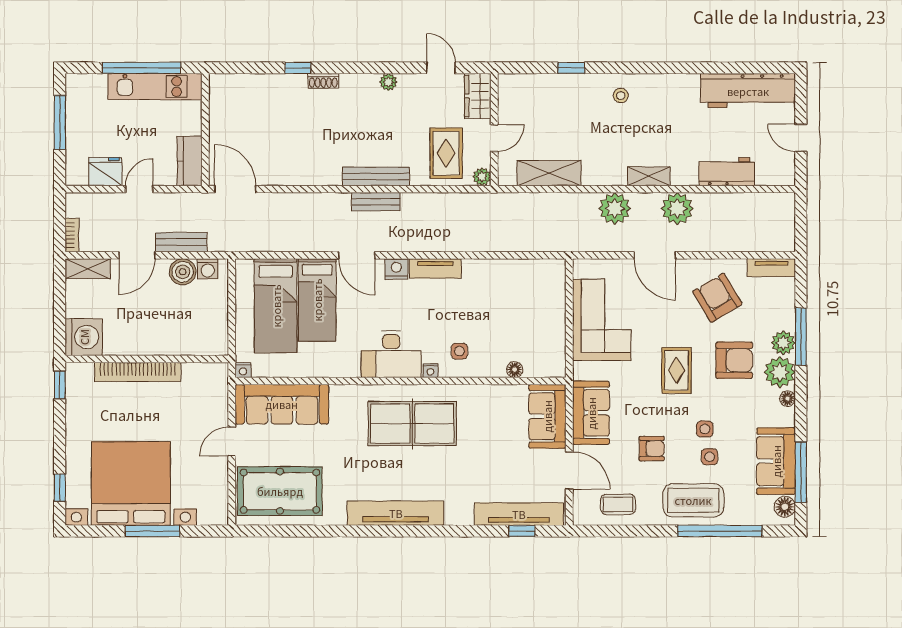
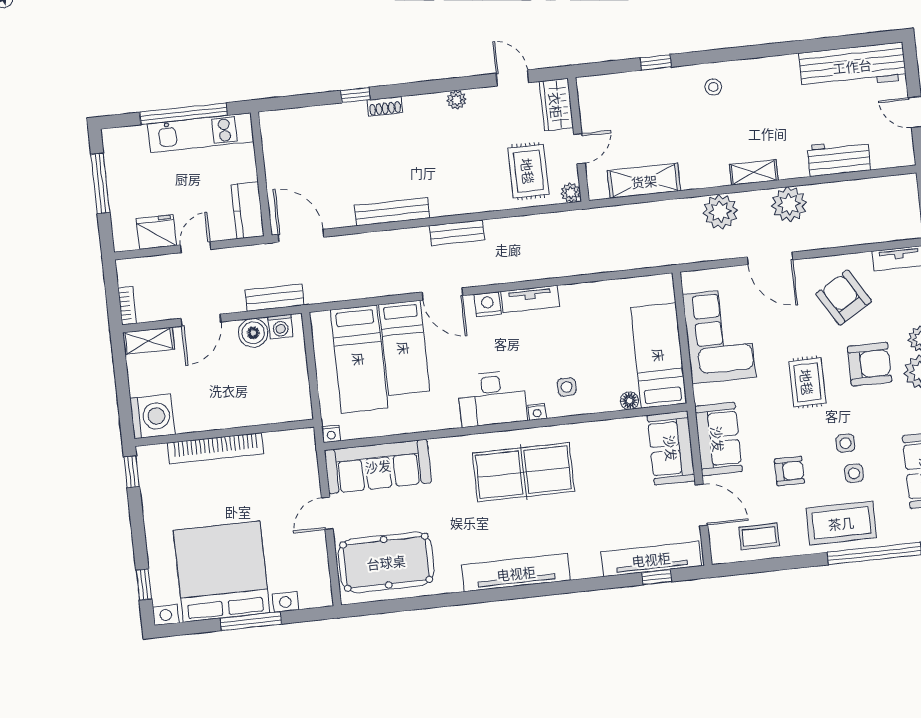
bench: (376, 176) -> (392, 212), moved
bench: (181, 242) -> (274, 298), moved
bed: (545, 332) -> (659, 355), added

